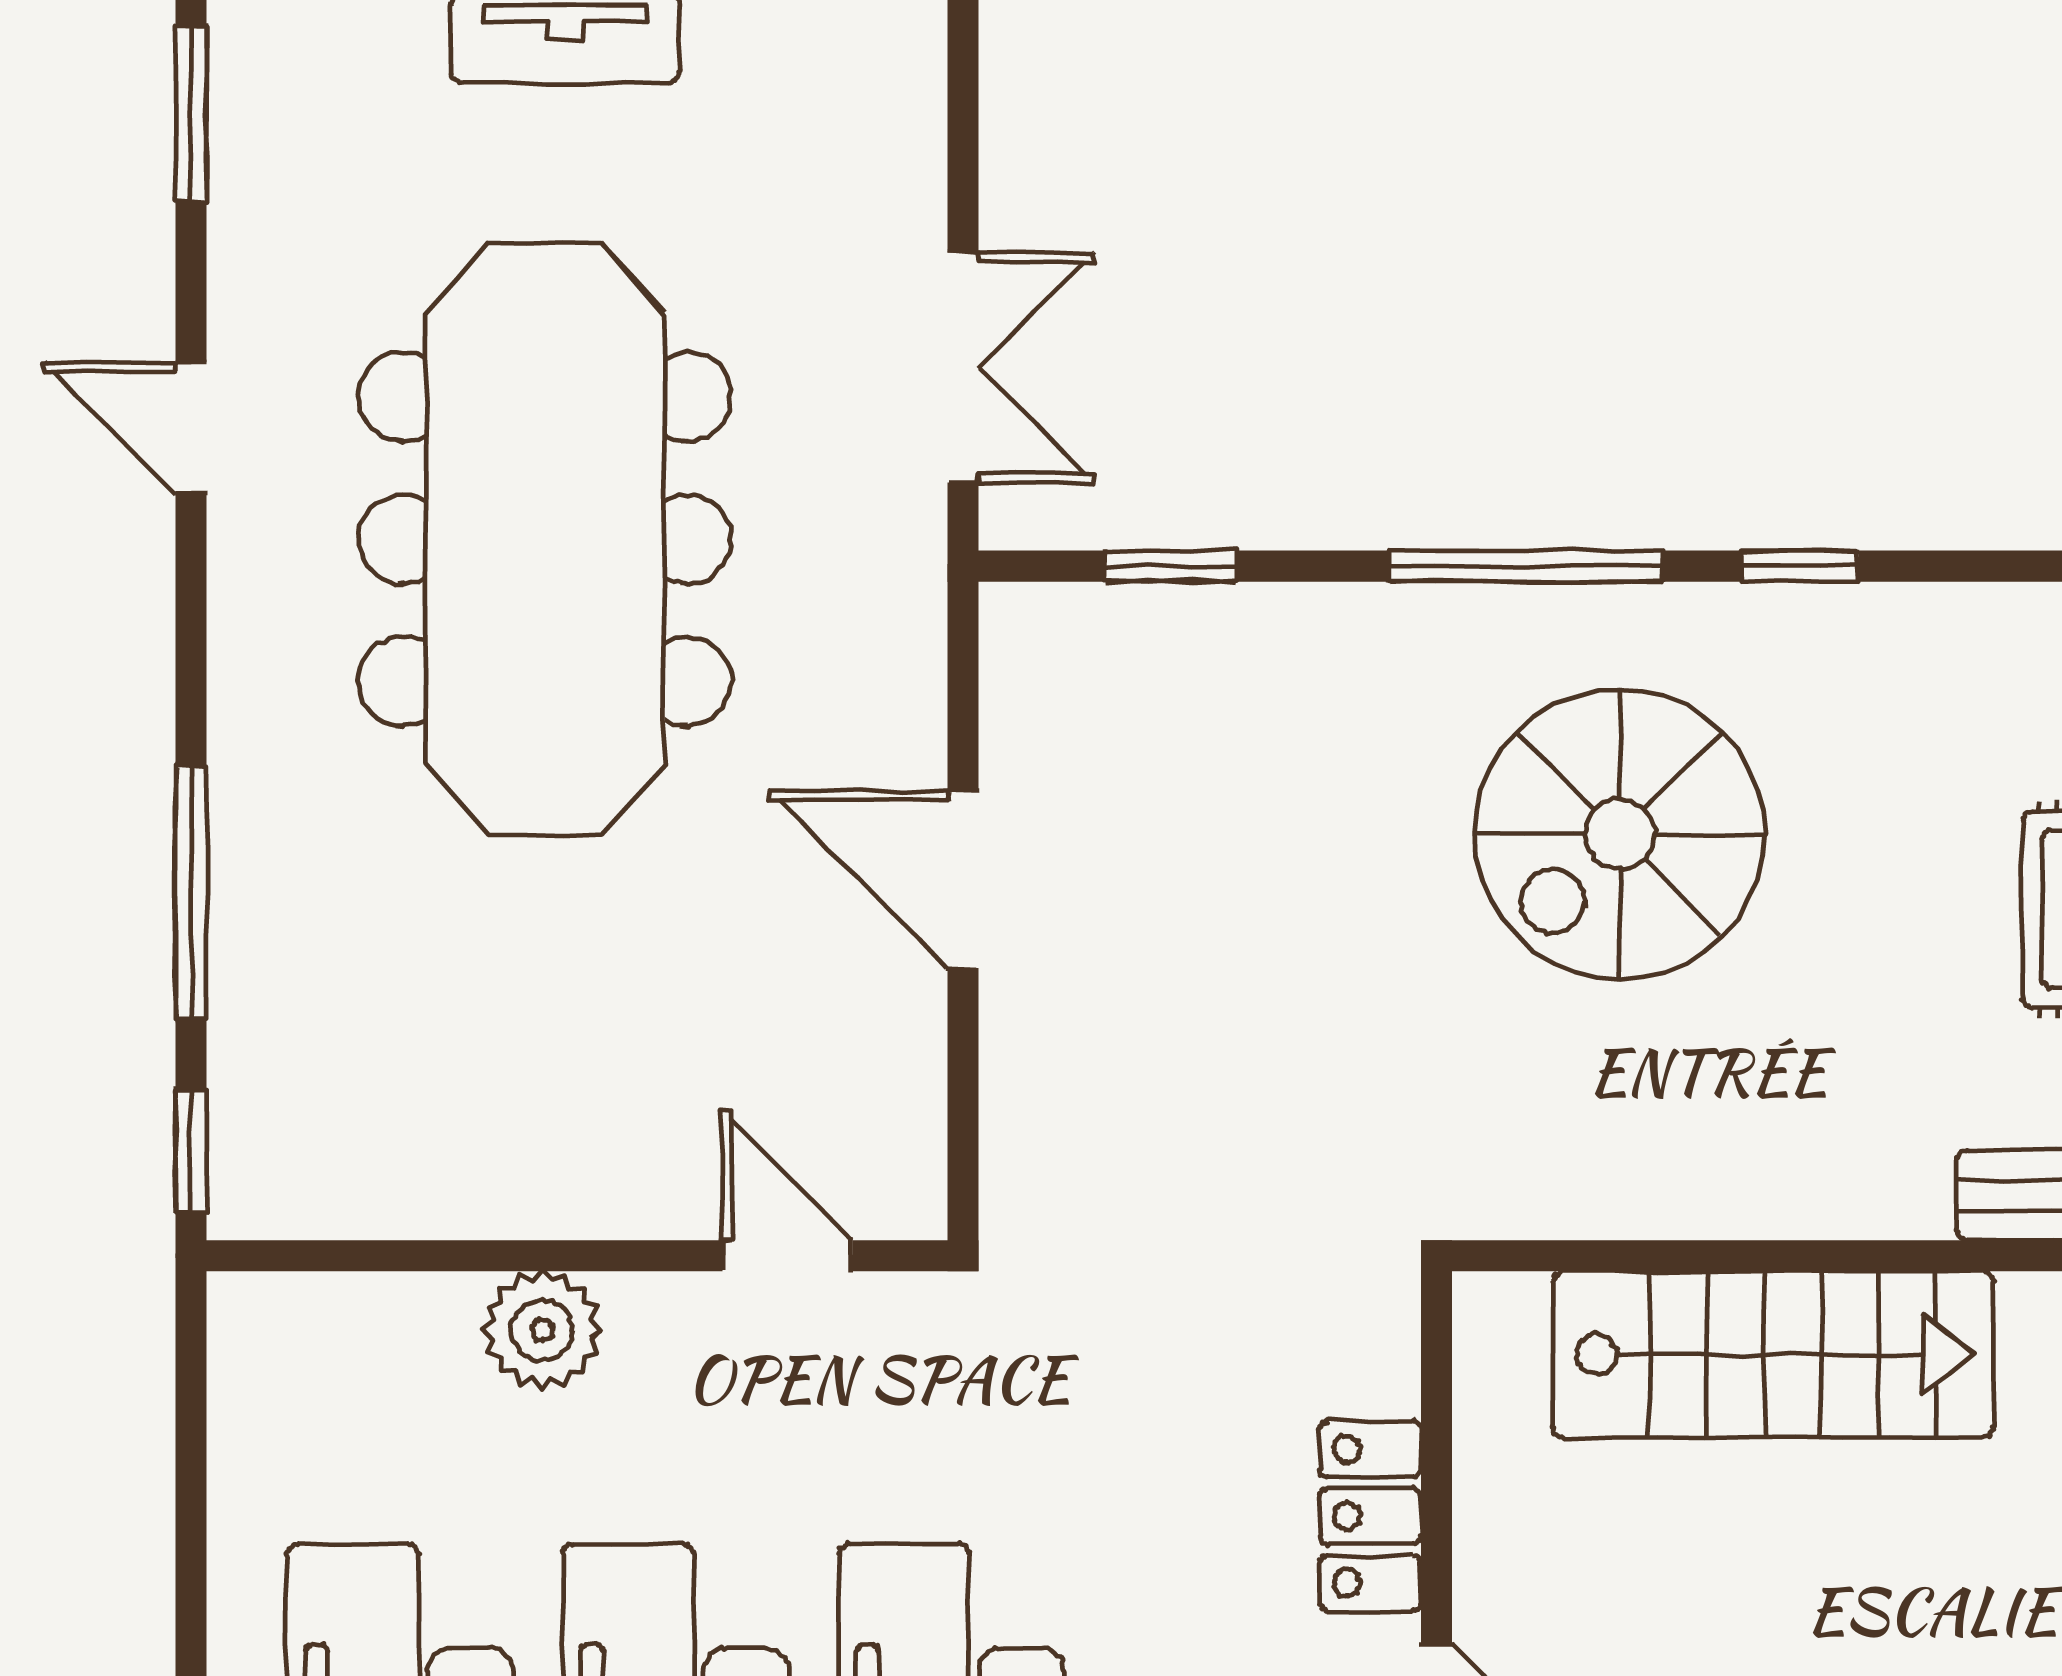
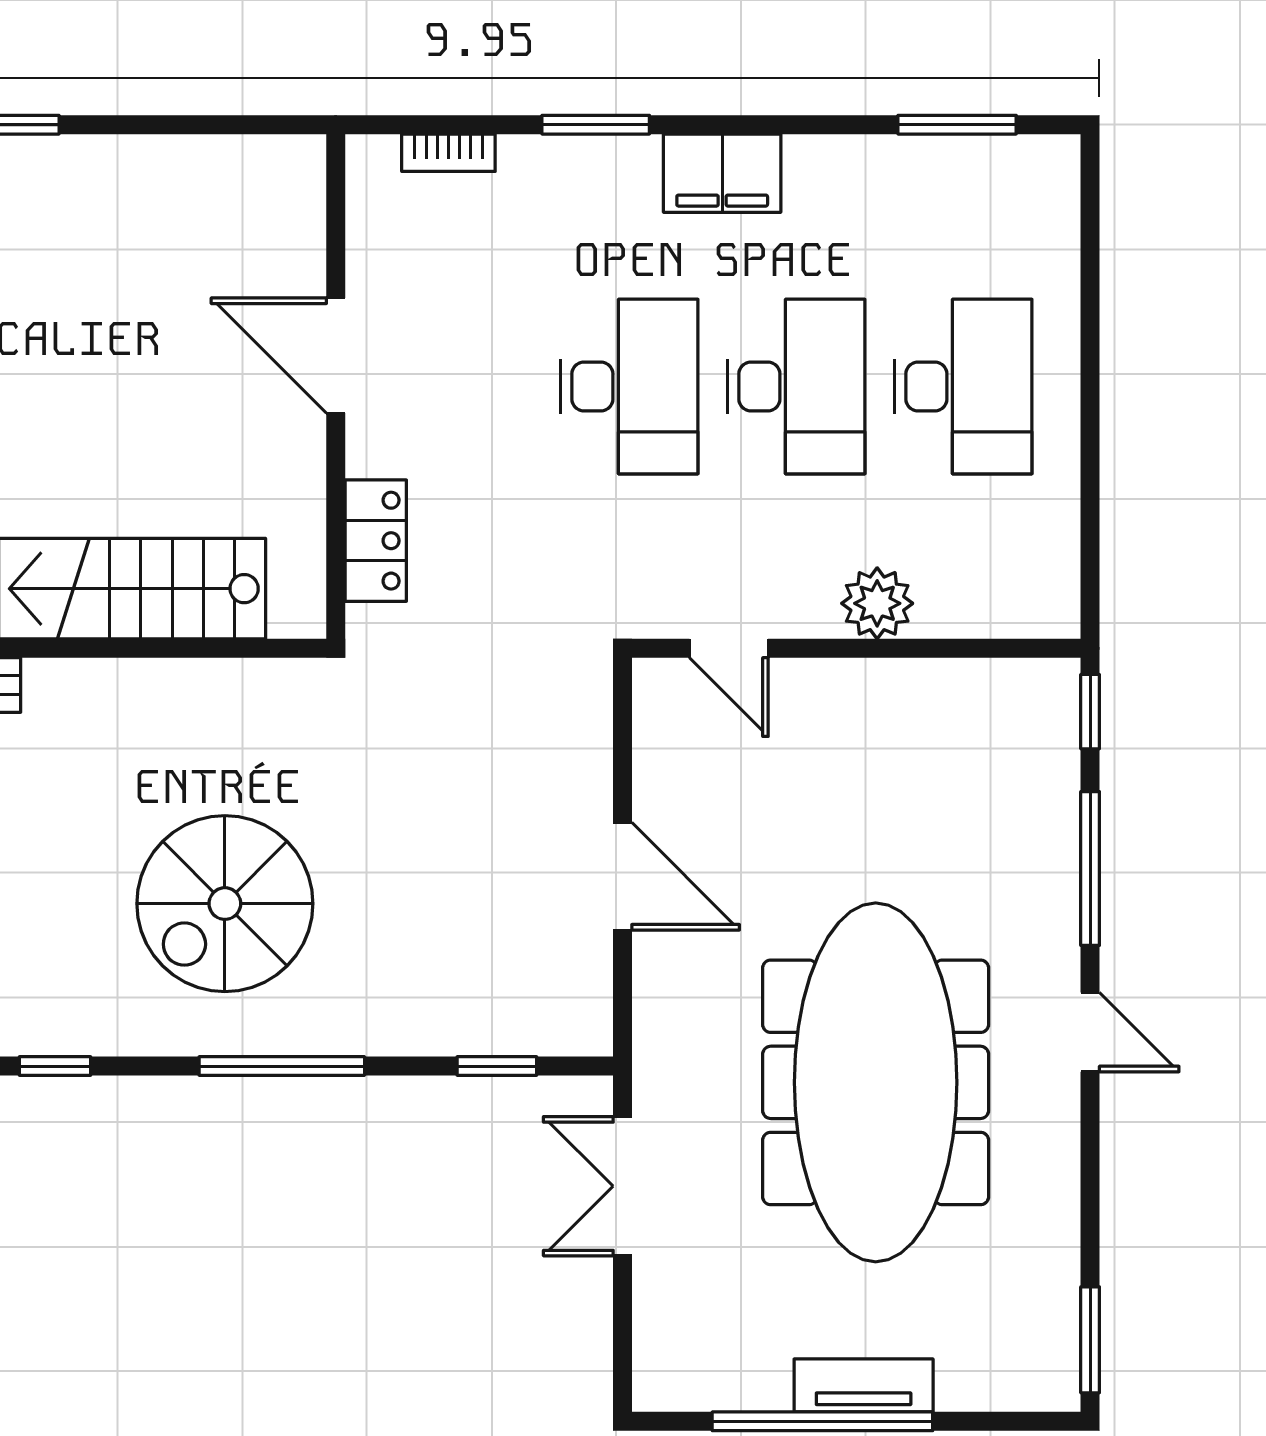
door: (191, 428) -> (1090, 1032), moved
window: (1799, 566) -> (55, 1066), moved
spiral stairs: (1620, 834) -> (225, 904), turned 180
locker: (1370, 1516) -> (376, 541), moved

